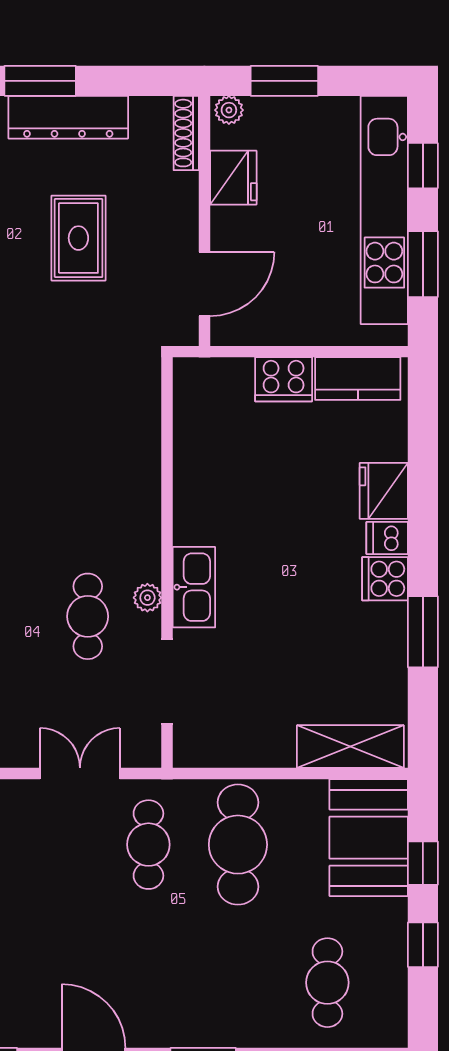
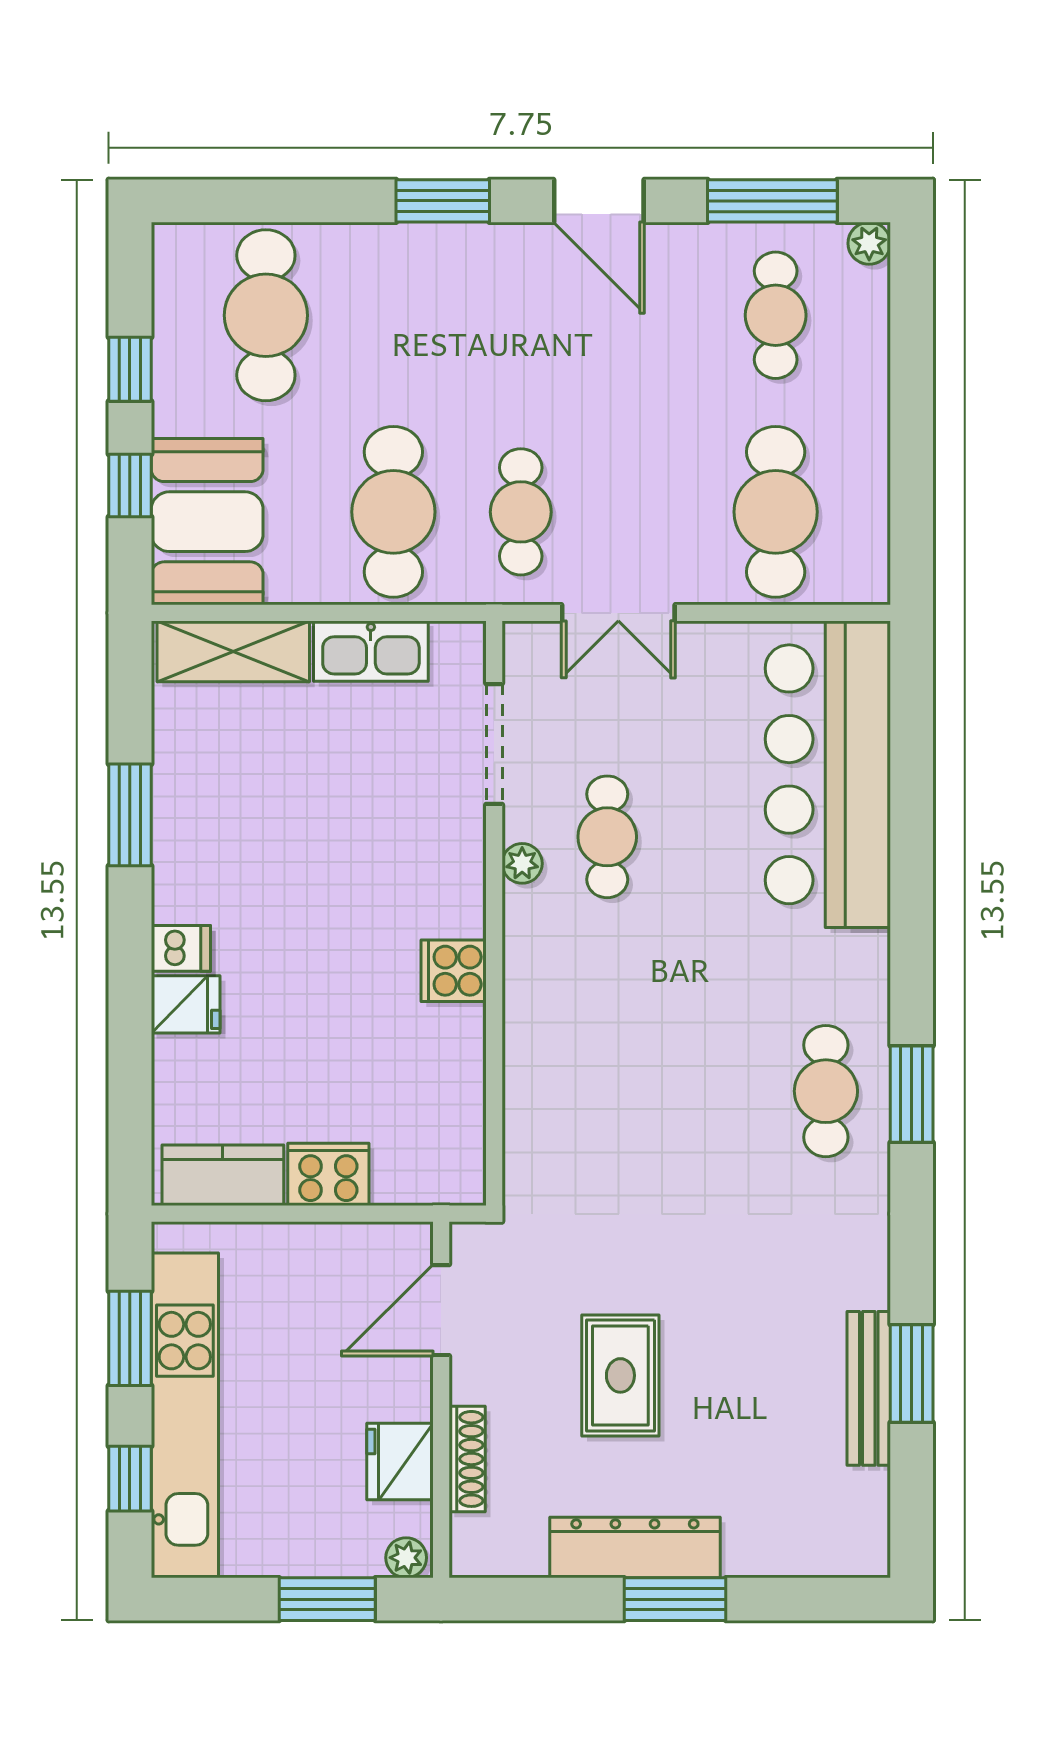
shoe rack: (186, 133) -> (467, 1459), moved
fridge: (384, 491) -> (186, 1004), width x0.72
cooker: (385, 579) -> (454, 971), moved, turned 180
kitchen sink: (194, 587) -> (371, 651), moved, turned -90
cafe table: (327, 983) -> (266, 315), width x1.37, depth x1.35

